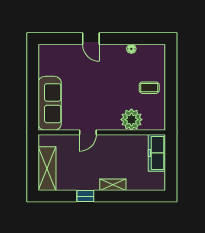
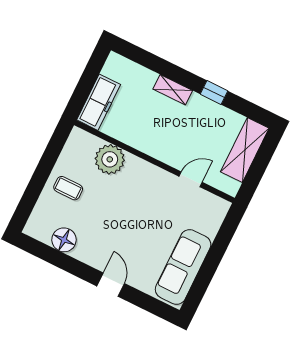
floor lamp: (131, 49) -> (64, 240), width x1.89, depth x1.89
sofa: (50, 103) -> (183, 267), moved
door: (88, 132) -> (191, 179), moved

